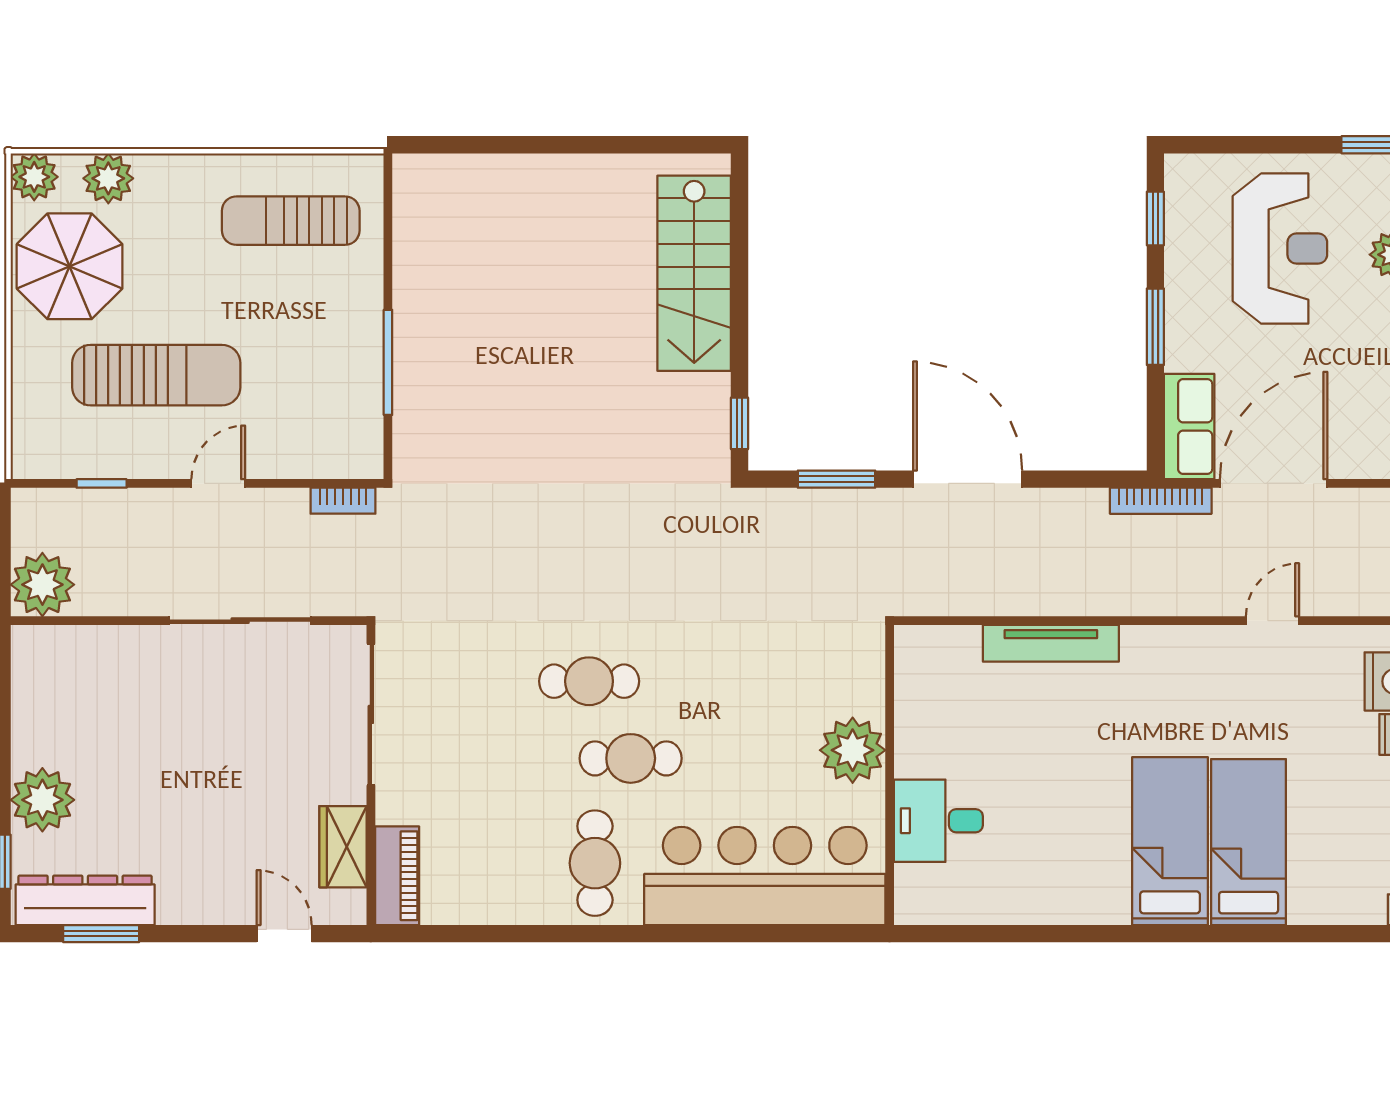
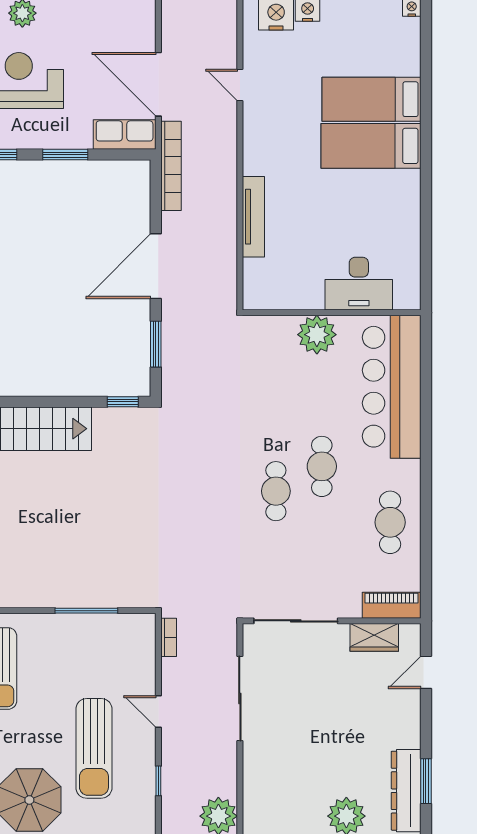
sun lounger: (156, 375) -> (94, 748), turned 180
bookcase: (1161, 501) -> (171, 166), width x1.48, depth x1.31
desk: (938, 821) -> (359, 284), width x1.37
cafe table: (595, 863) -> (390, 522), moved, turned 90

